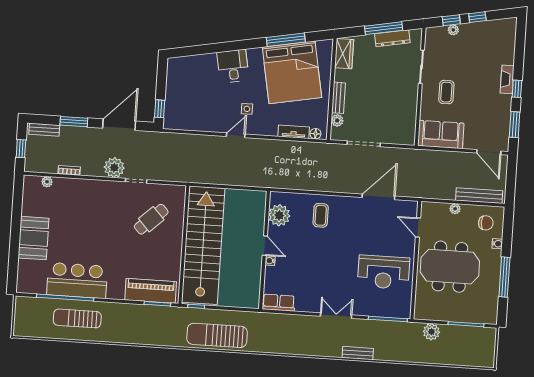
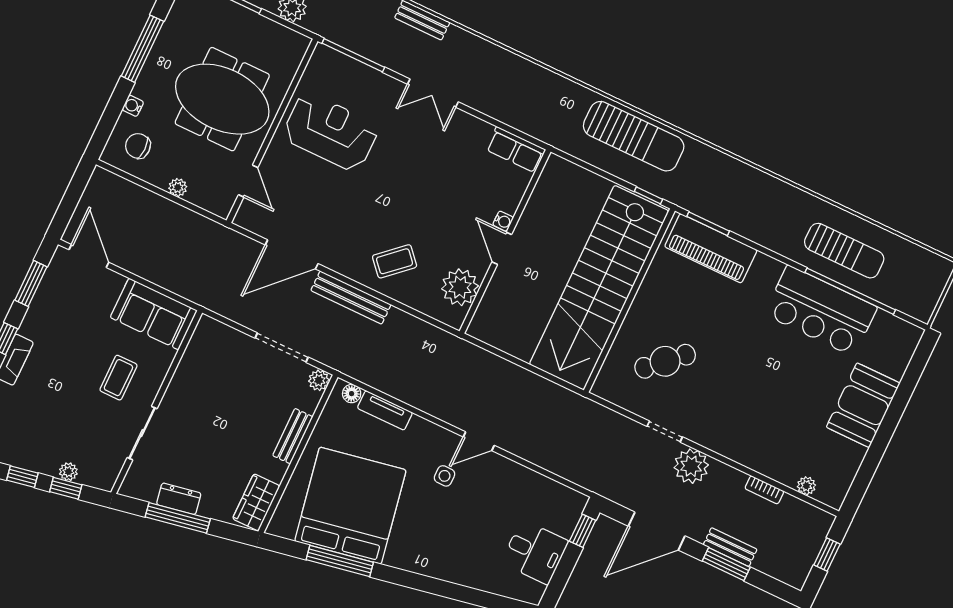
dresser: (392, 38) -> (179, 499), width x0.70
desk: (233, 66) -> (535, 552), moved, turned -79
plant: (337, 120) -> (319, 380), moved
bench: (44, 130) -> (730, 547), moved
bench: (479, 196) -> (351, 298), moved
coffee table: (321, 215) -> (395, 261), turned 48

